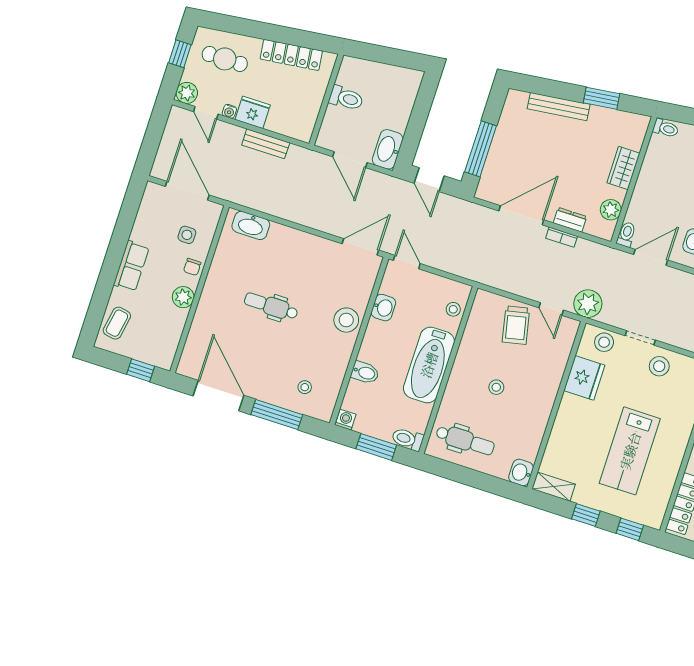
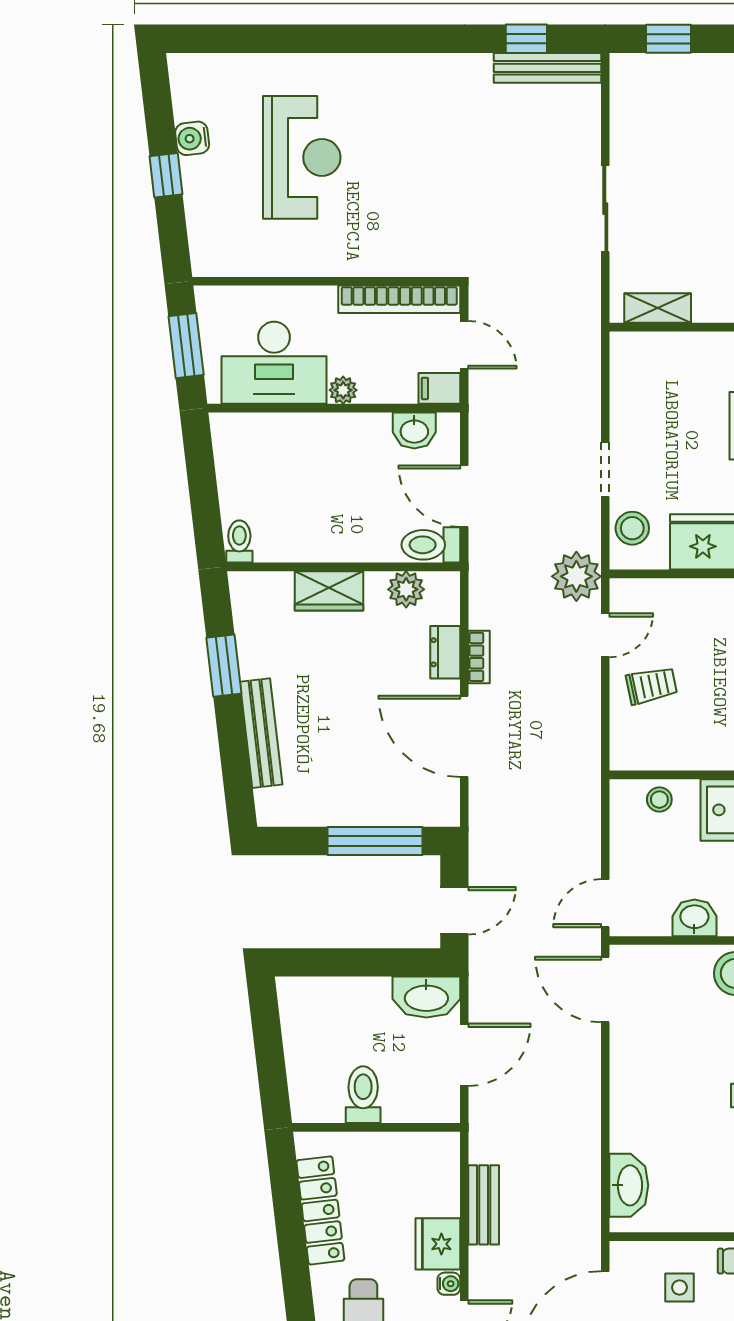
toilet: (626, 234) -> (431, 545), width x1.37, depth x1.39
trolley: (516, 325) -> (652, 685), width x0.73, depth x0.72
stool: (659, 366) -> (642, 422), removed

